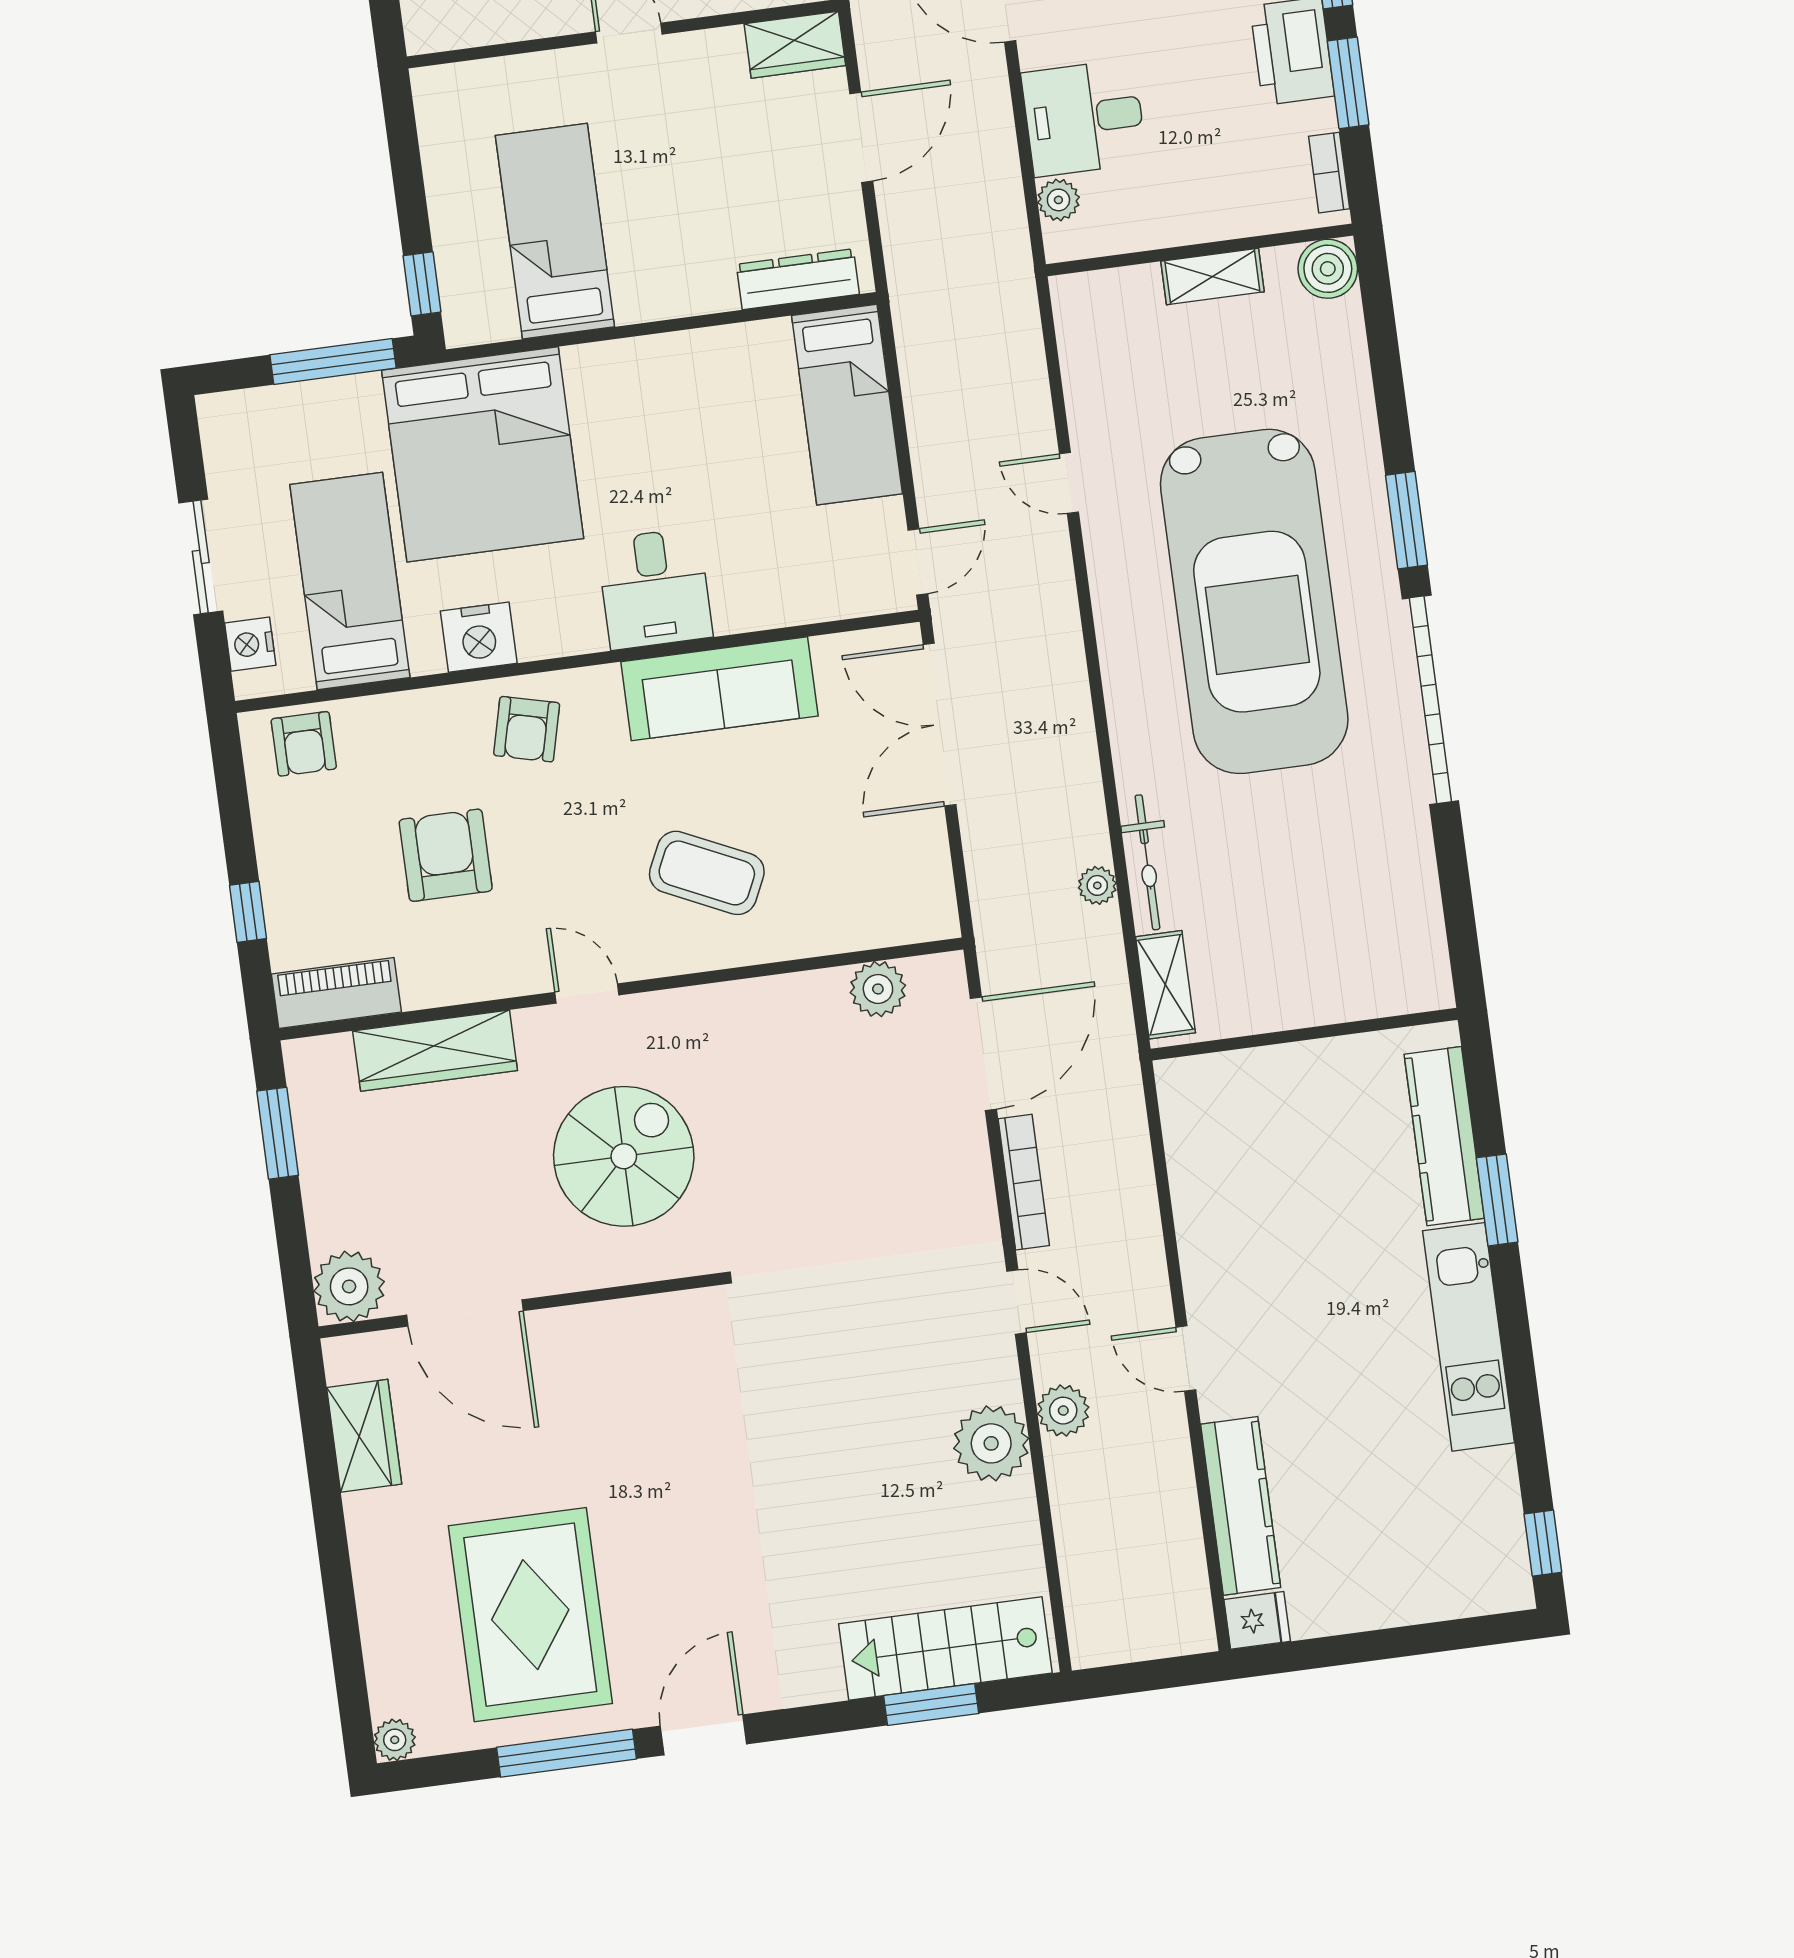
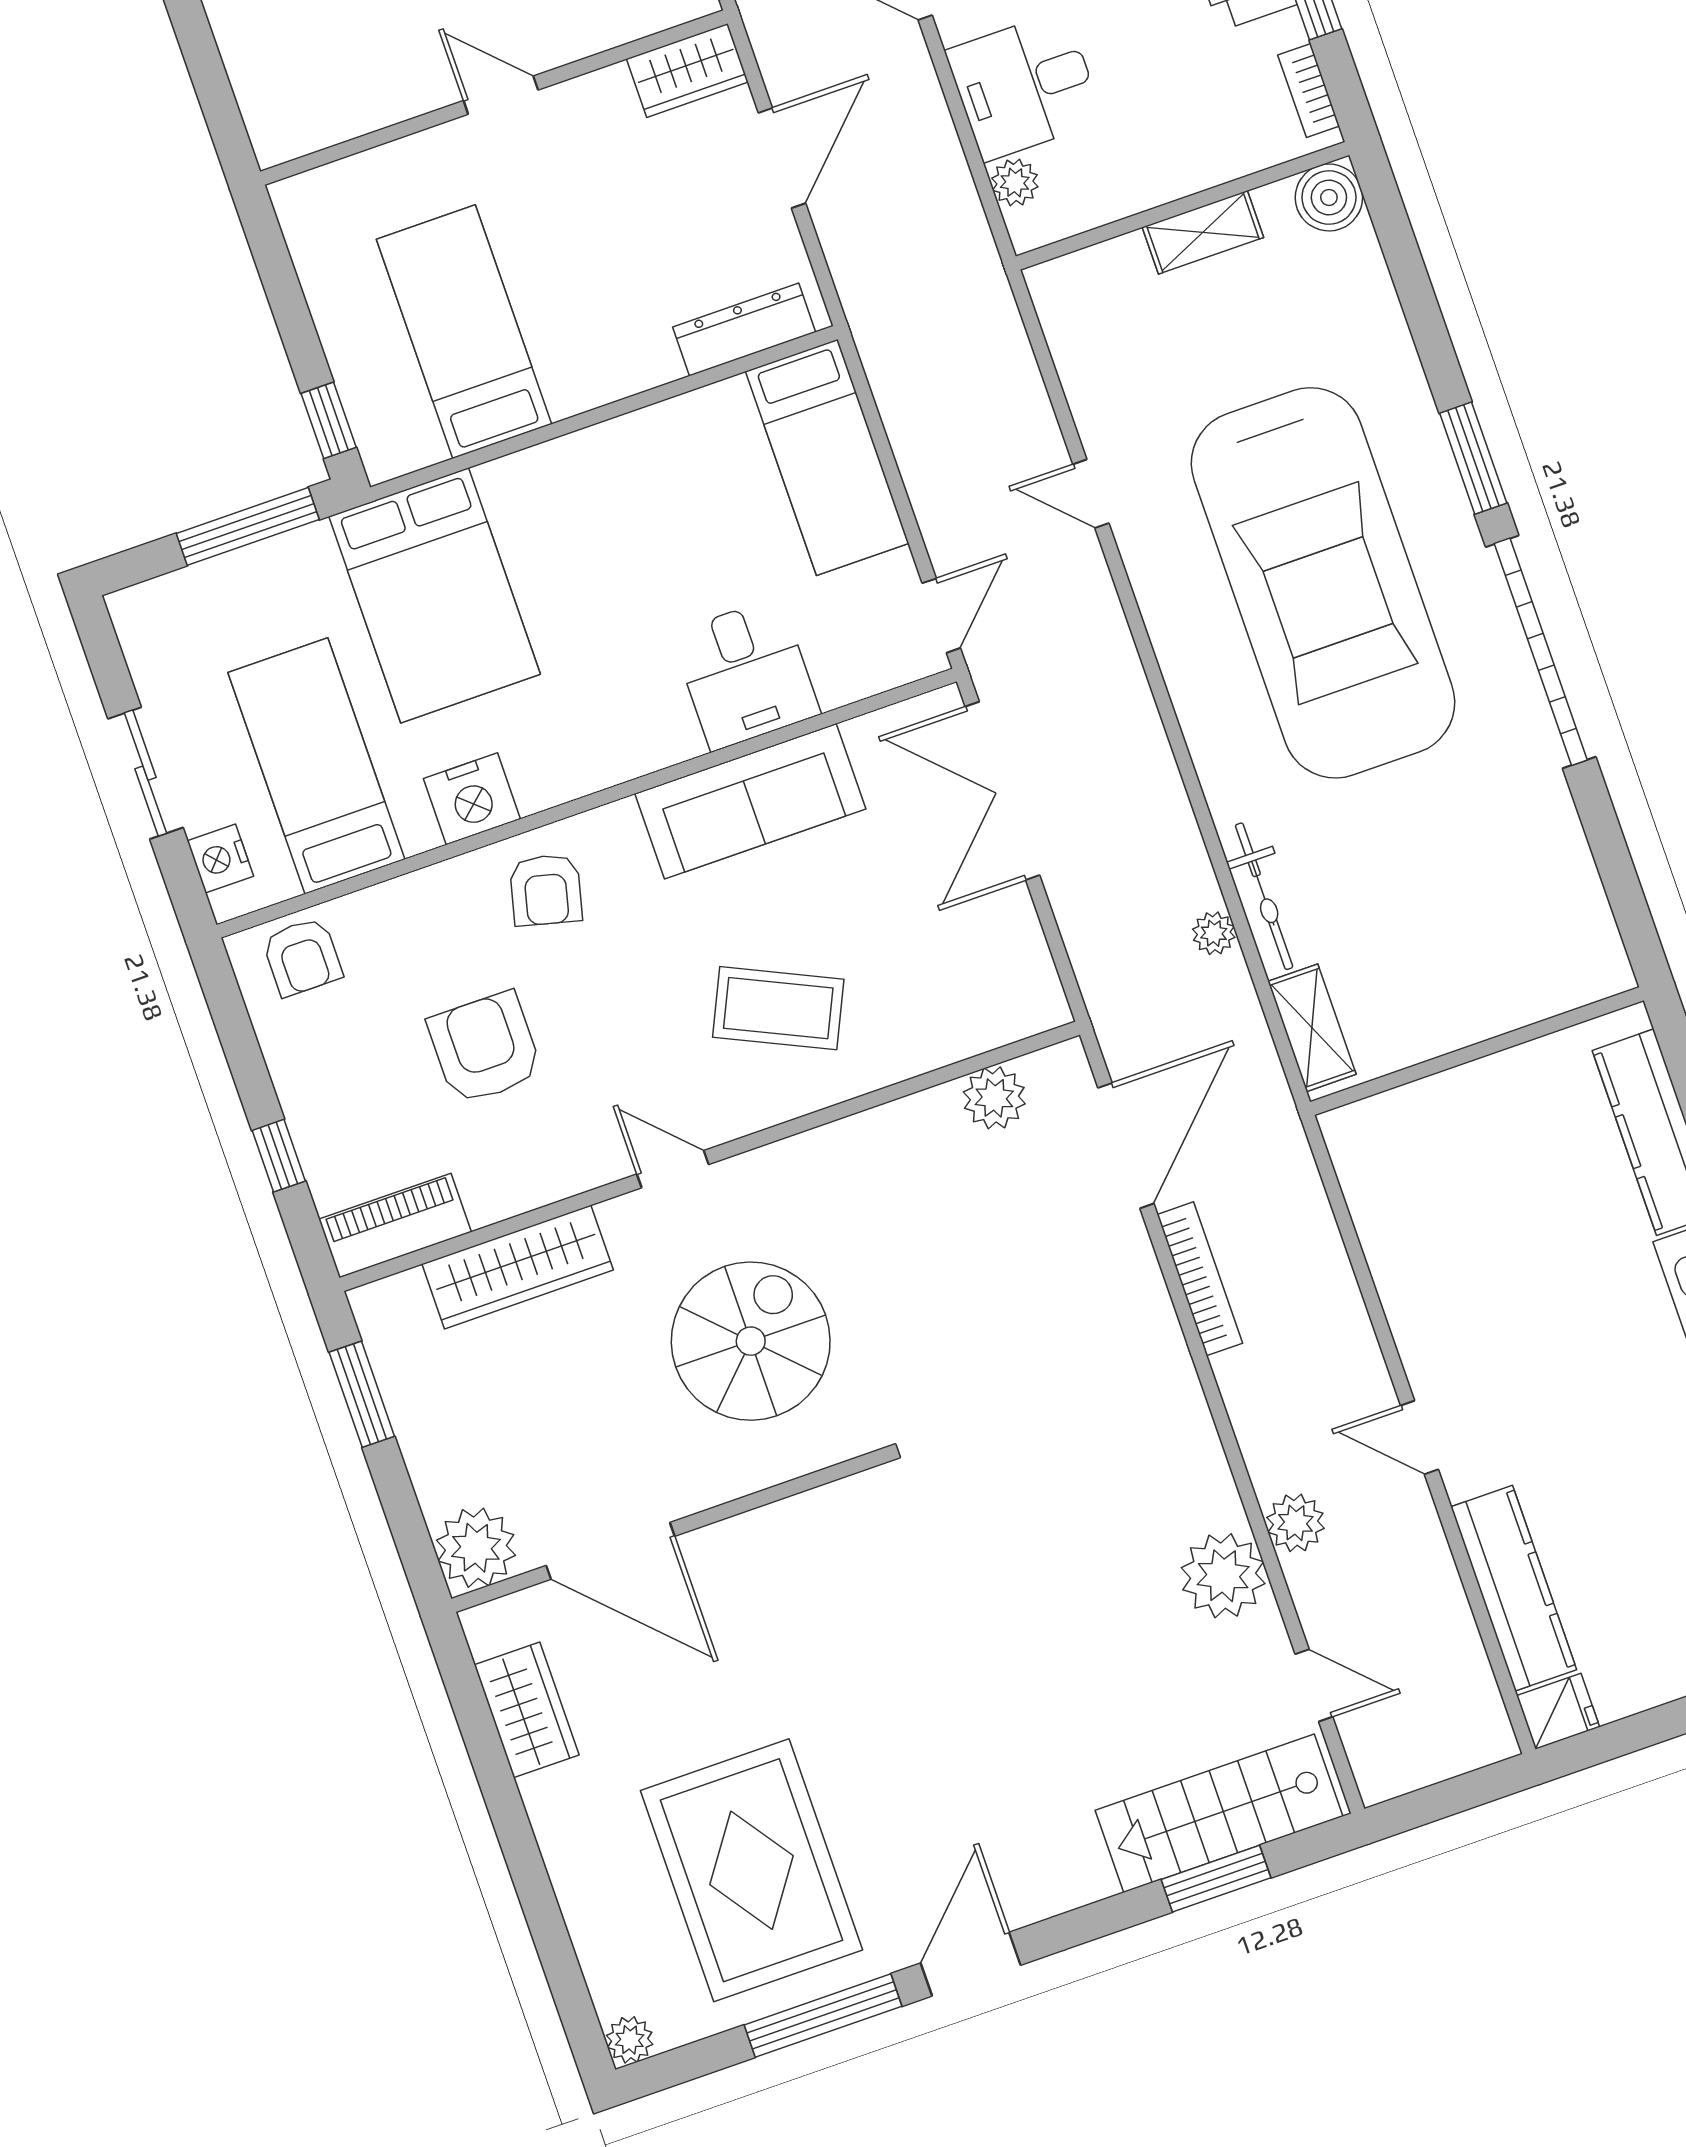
bed: (483, 454) -> (435, 595), width x0.73
desk: (655, 589) -> (746, 674), moved
door: (1017, 1302) -> (1314, 1685), moved

